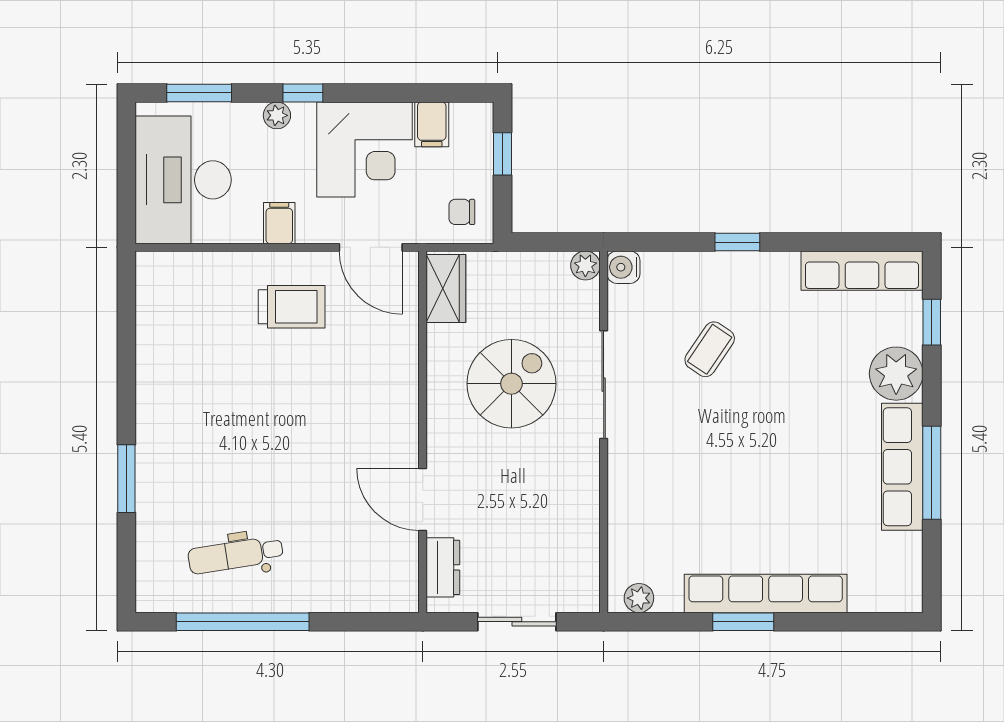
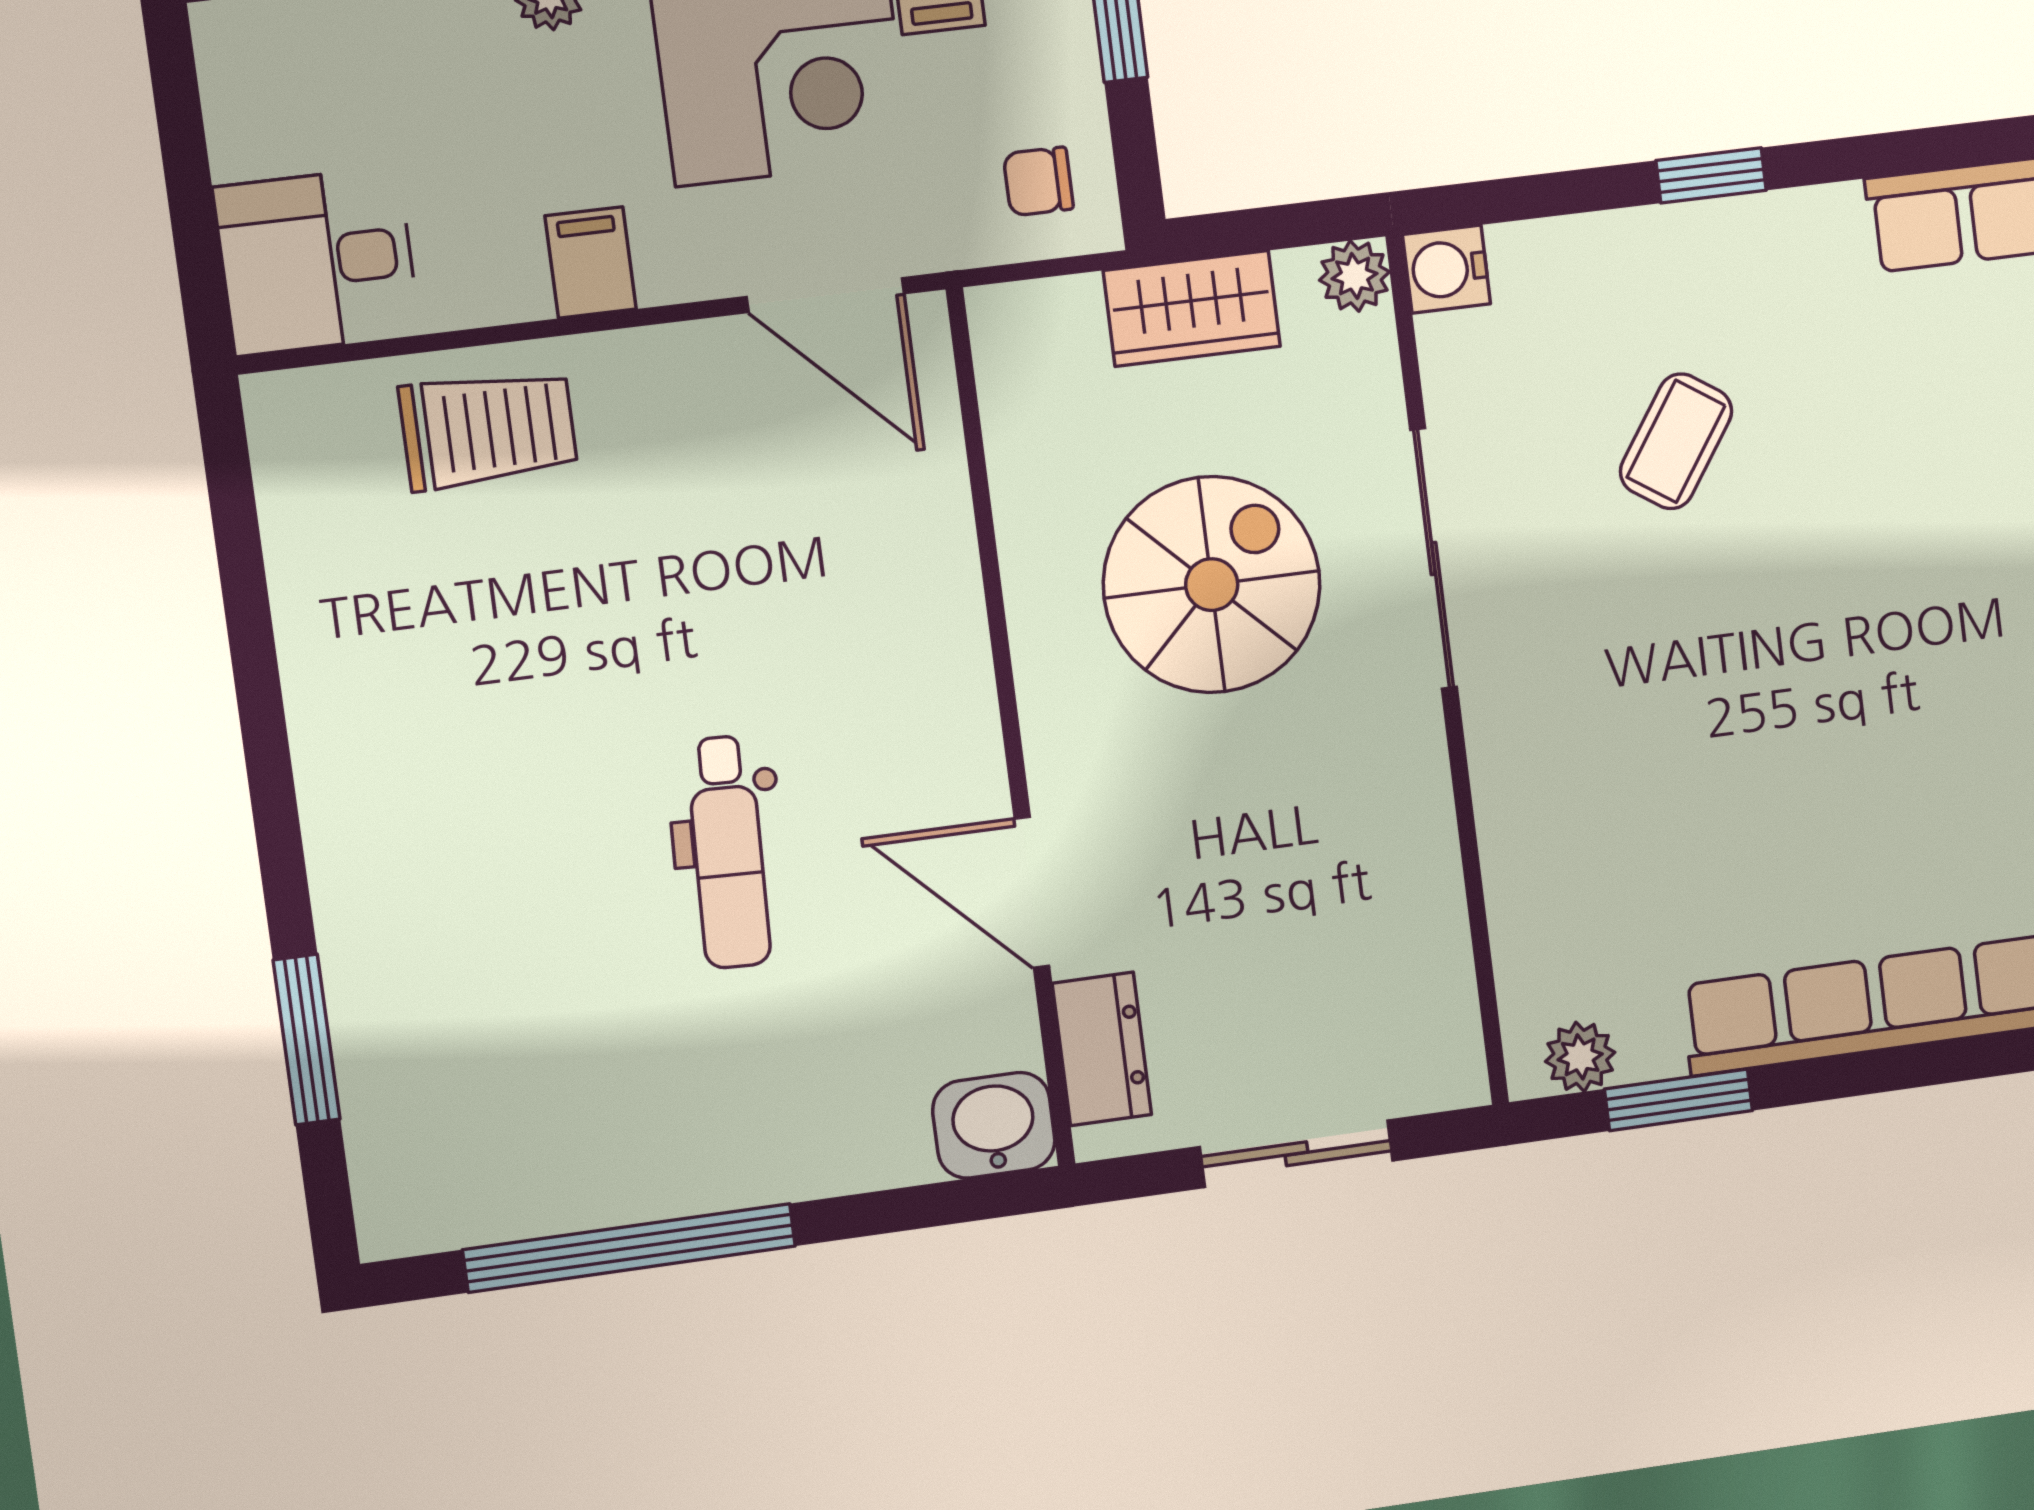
desk: (183, 180) -> (317, 261), width x0.53, depth x0.77
wardrobe: (446, 289) -> (1192, 308), moved, turned 90
trolley: (292, 307) -> (488, 429), moved
window: (126, 479) -> (307, 1040), moved
dental chair: (236, 555) -> (728, 852), moved, turned -79
washbasin: (395, 592) -> (994, 1125), added
window: (743, 622) -> (1679, 1100), moved

